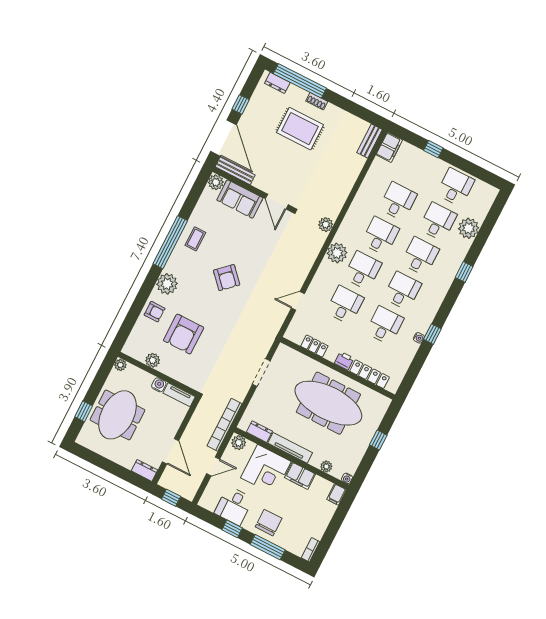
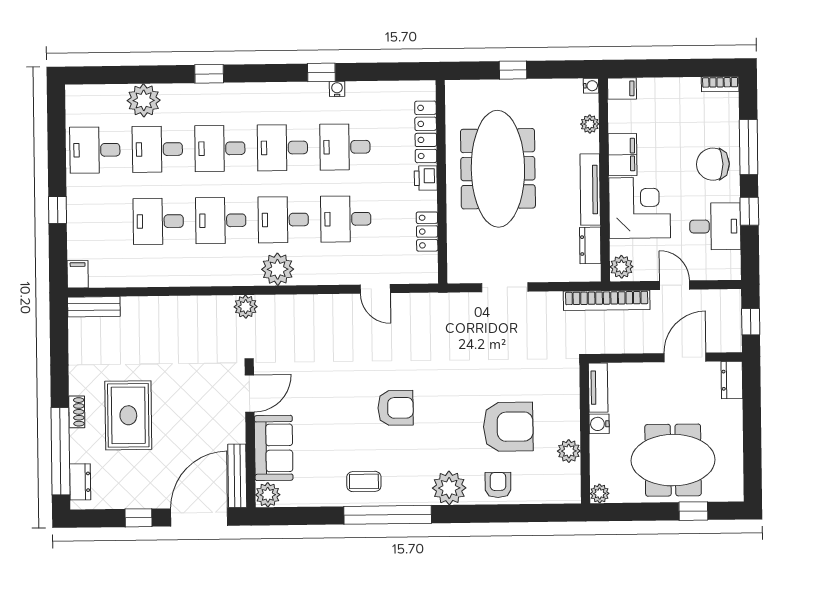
filing cabinet: (389, 147) -> (78, 274), width x0.50
armchair: (227, 278) -> (396, 408), turned 43

